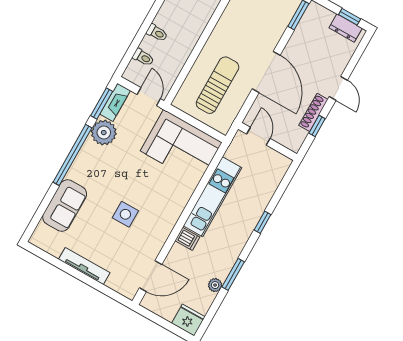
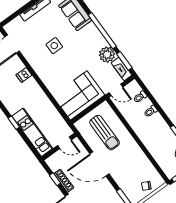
kitchen unit: (212, 197) -> (32, 132), moved, turned 180

